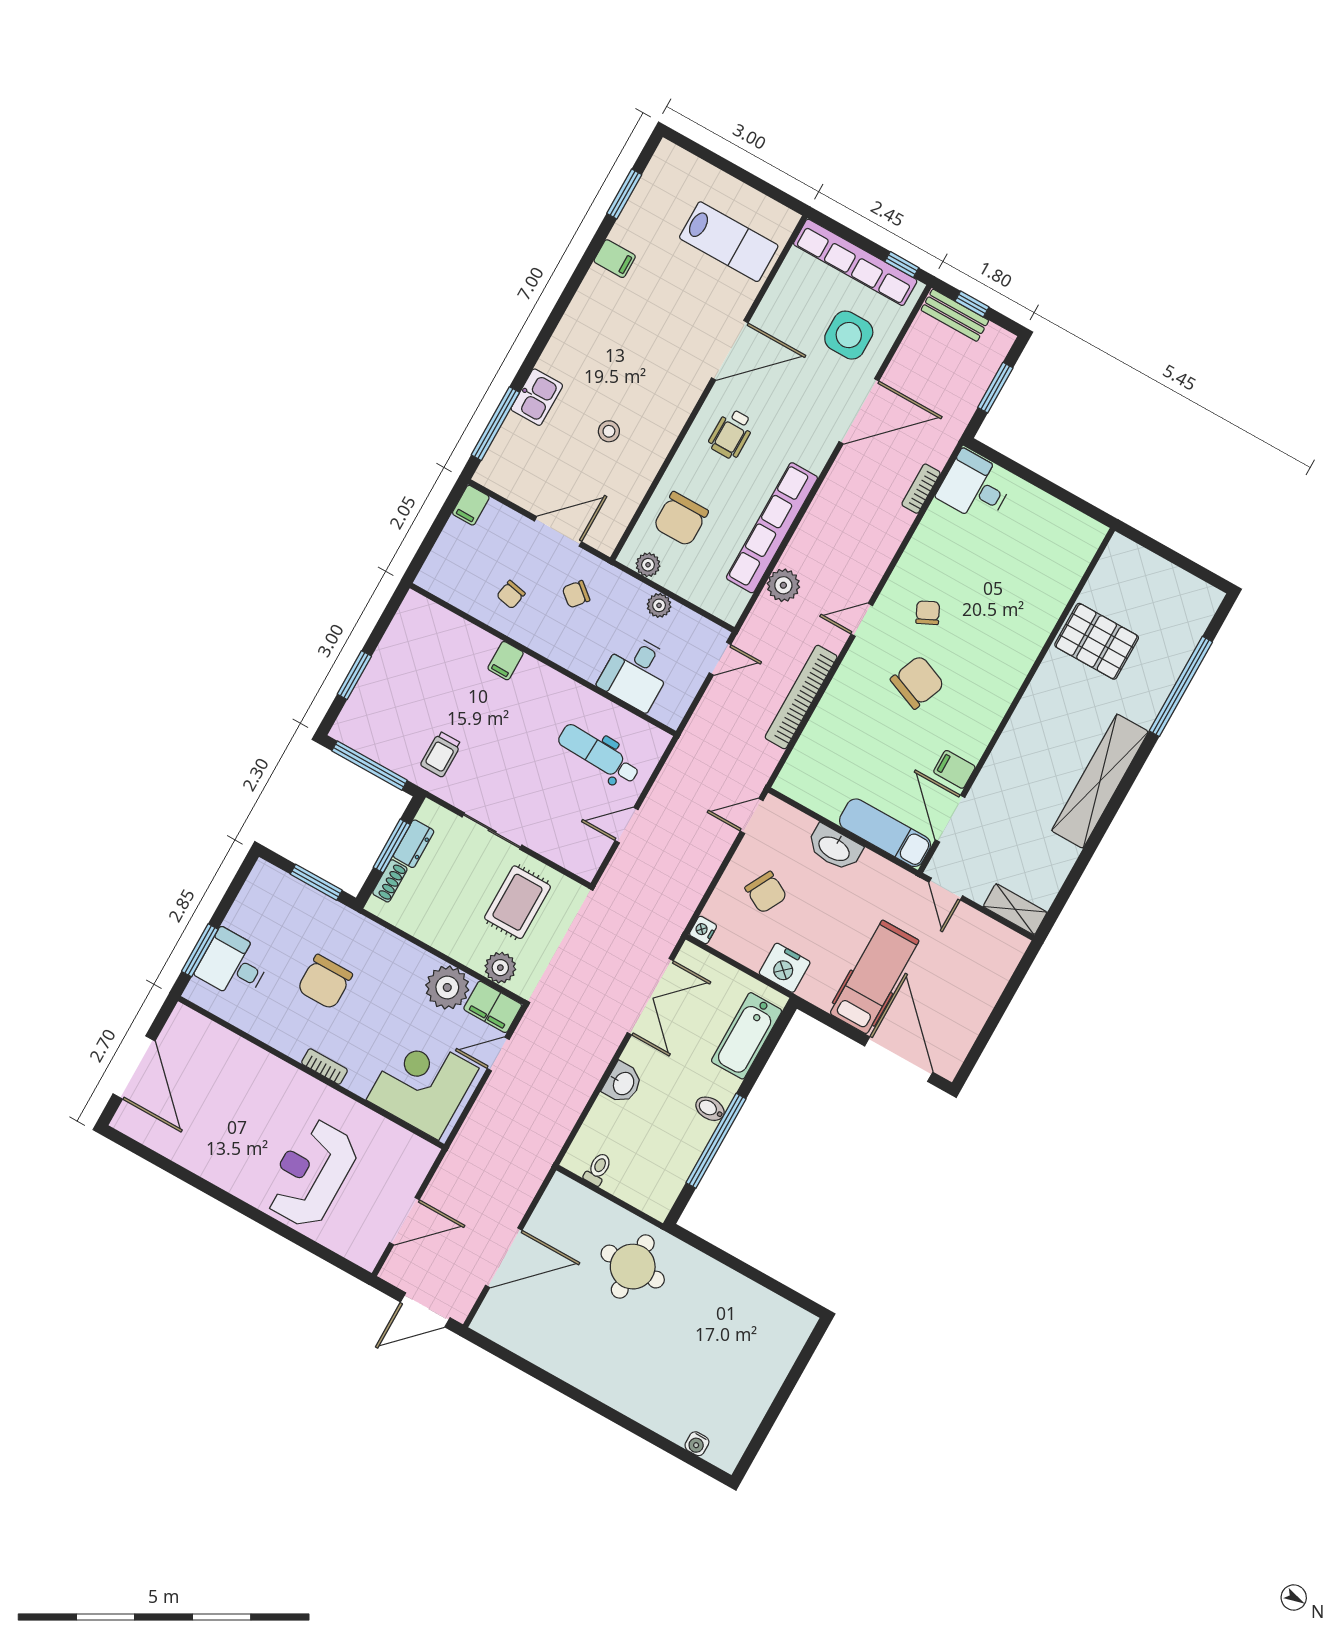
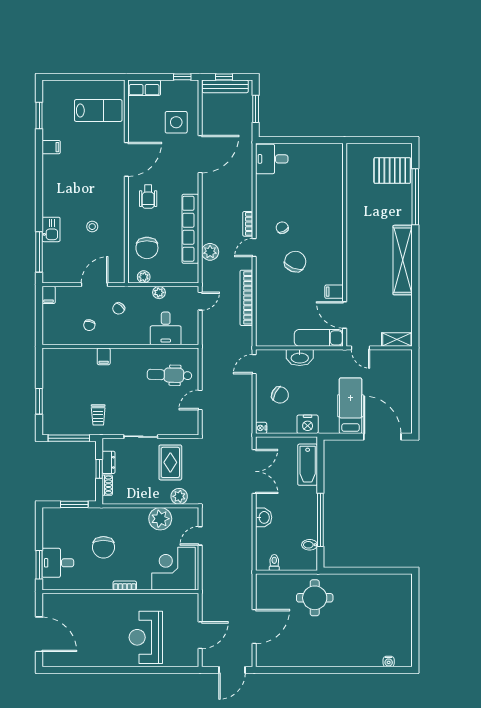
row of seats: (855, 262) -> (144, 88), width x0.50
bench: (955, 315) -> (225, 86), width x1.36
bookcase: (921, 489) -> (248, 224), moved
pallet: (1097, 641) -> (392, 170), moved
window: (392, 846) -> (99, 469), width x0.67
filing cabinet: (493, 1007) -> (186, 516), removed
bidet: (710, 1109) -> (310, 545), moved

